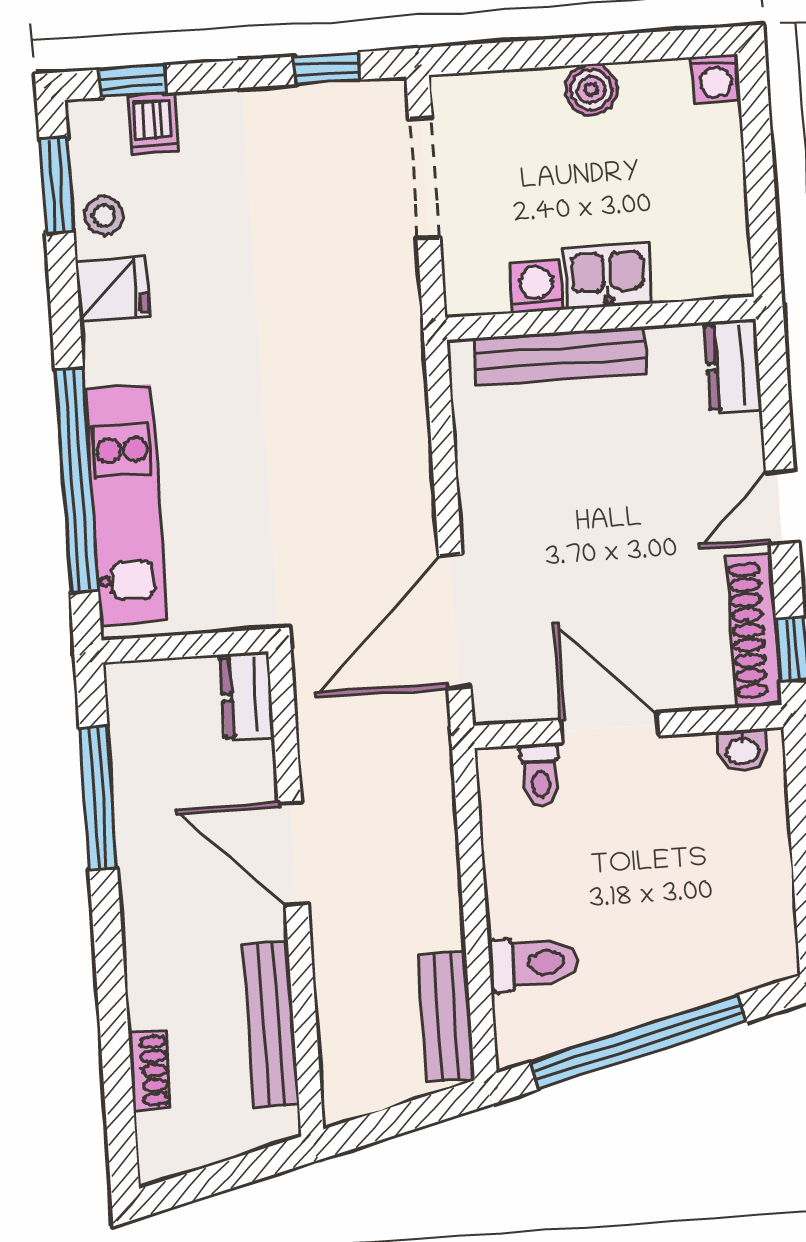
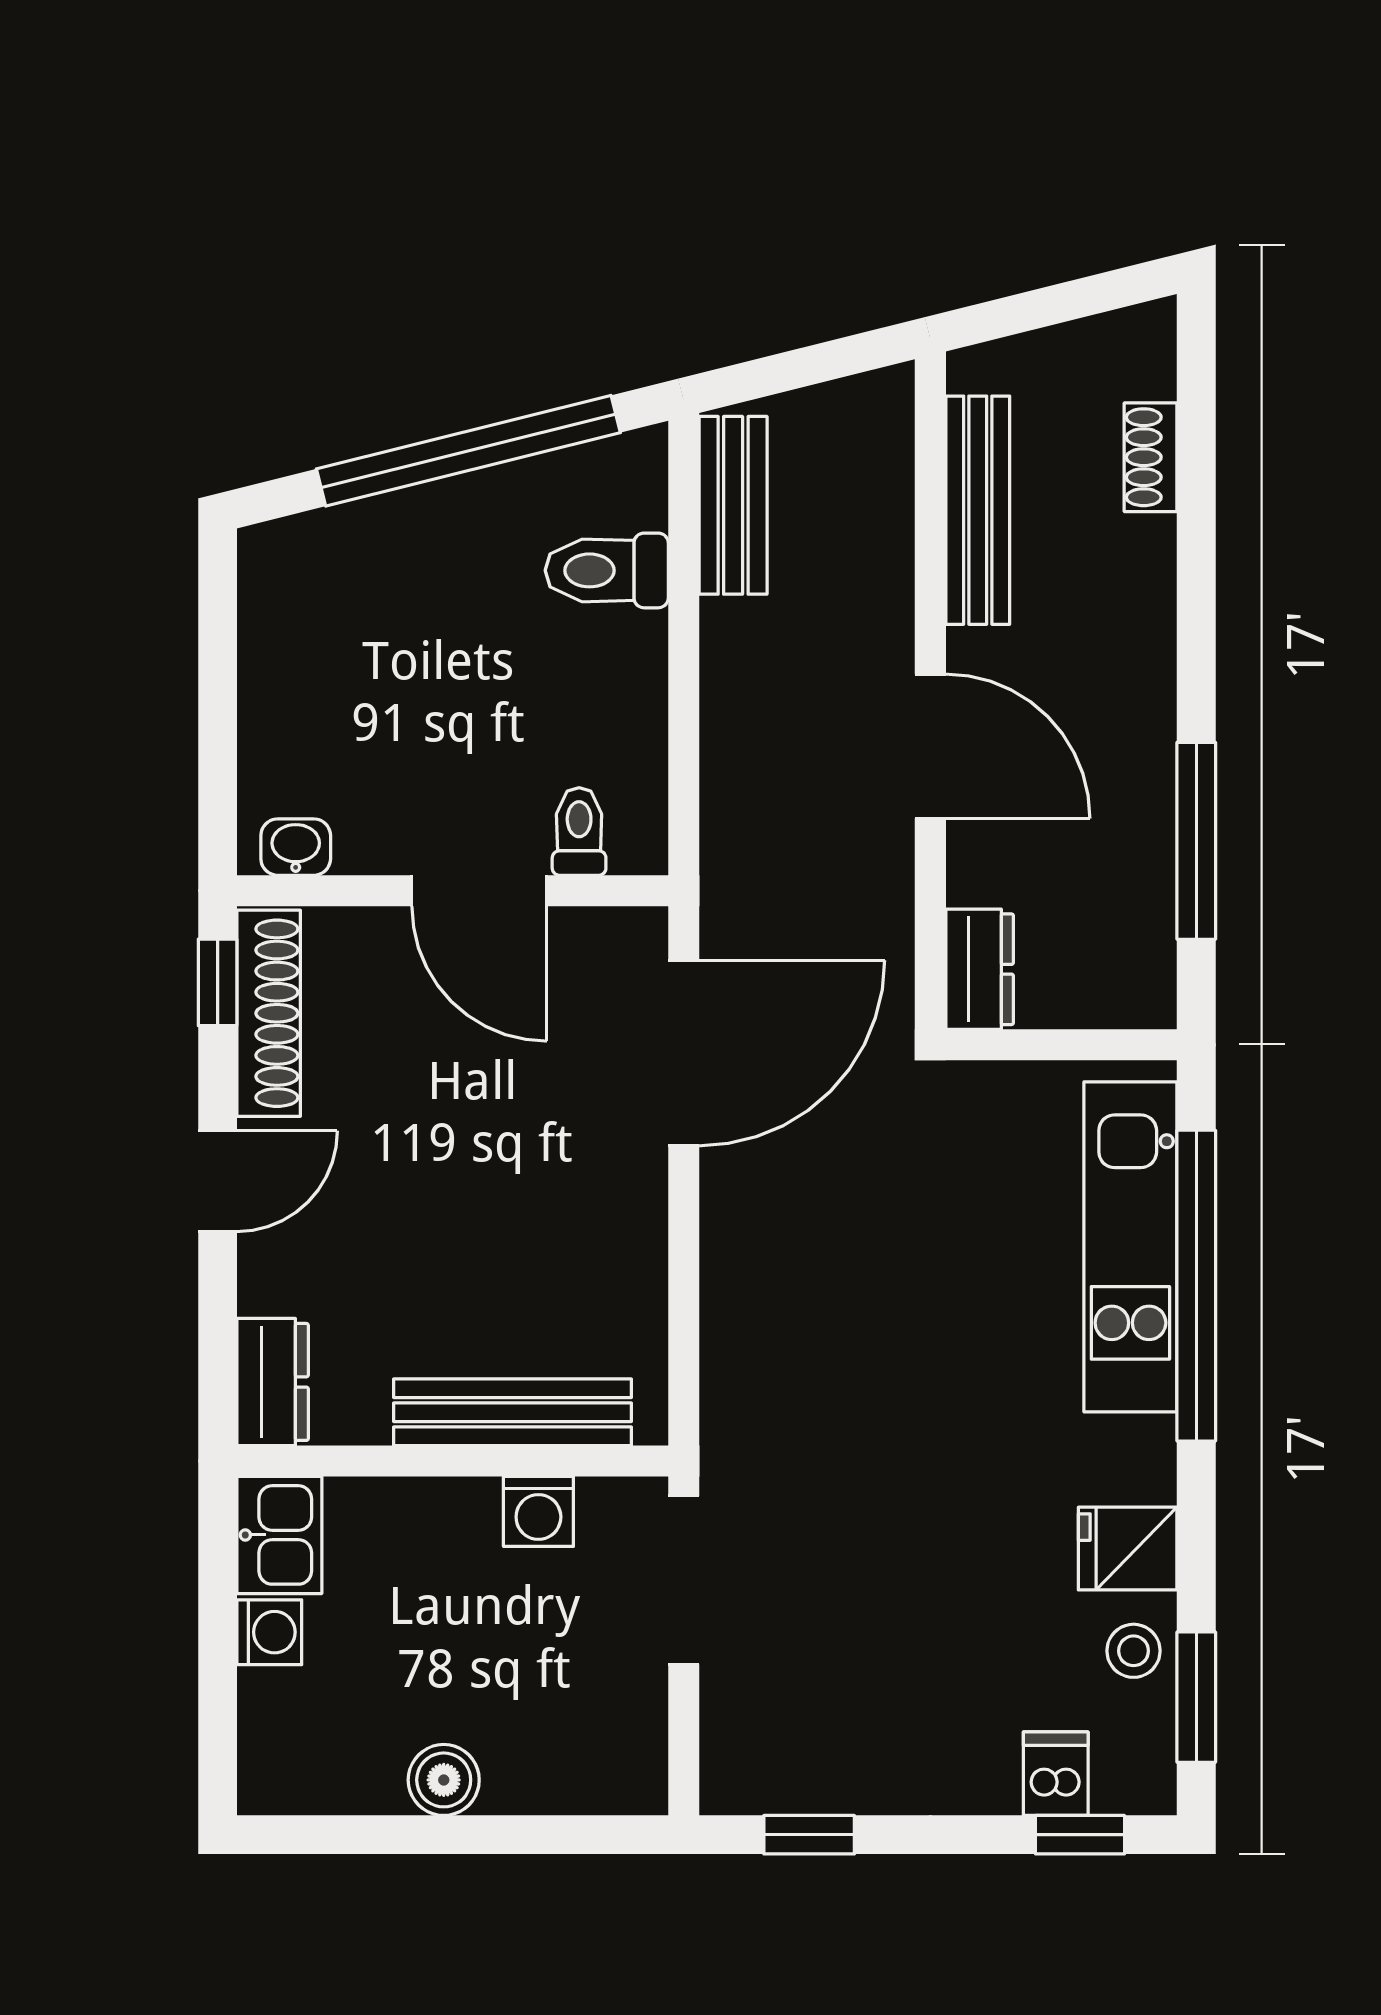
washing machine: (716, 79) -> (269, 1632), moved, turned 90
doorway: (425, 179) -> (684, 1580), moved
kitchen sink: (608, 276) -> (279, 1535), moved, turned -90

